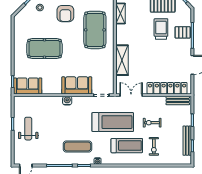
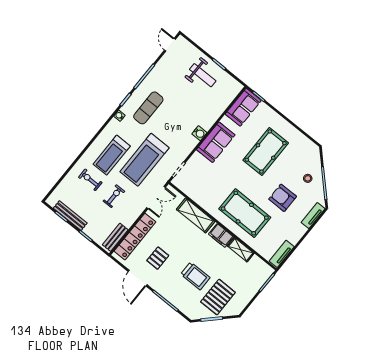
pallet: (183, 32) -> (158, 258), moved
filing cabinet: (122, 33) -> (221, 235), added
sofa: (77, 85) -> (216, 142), moved

